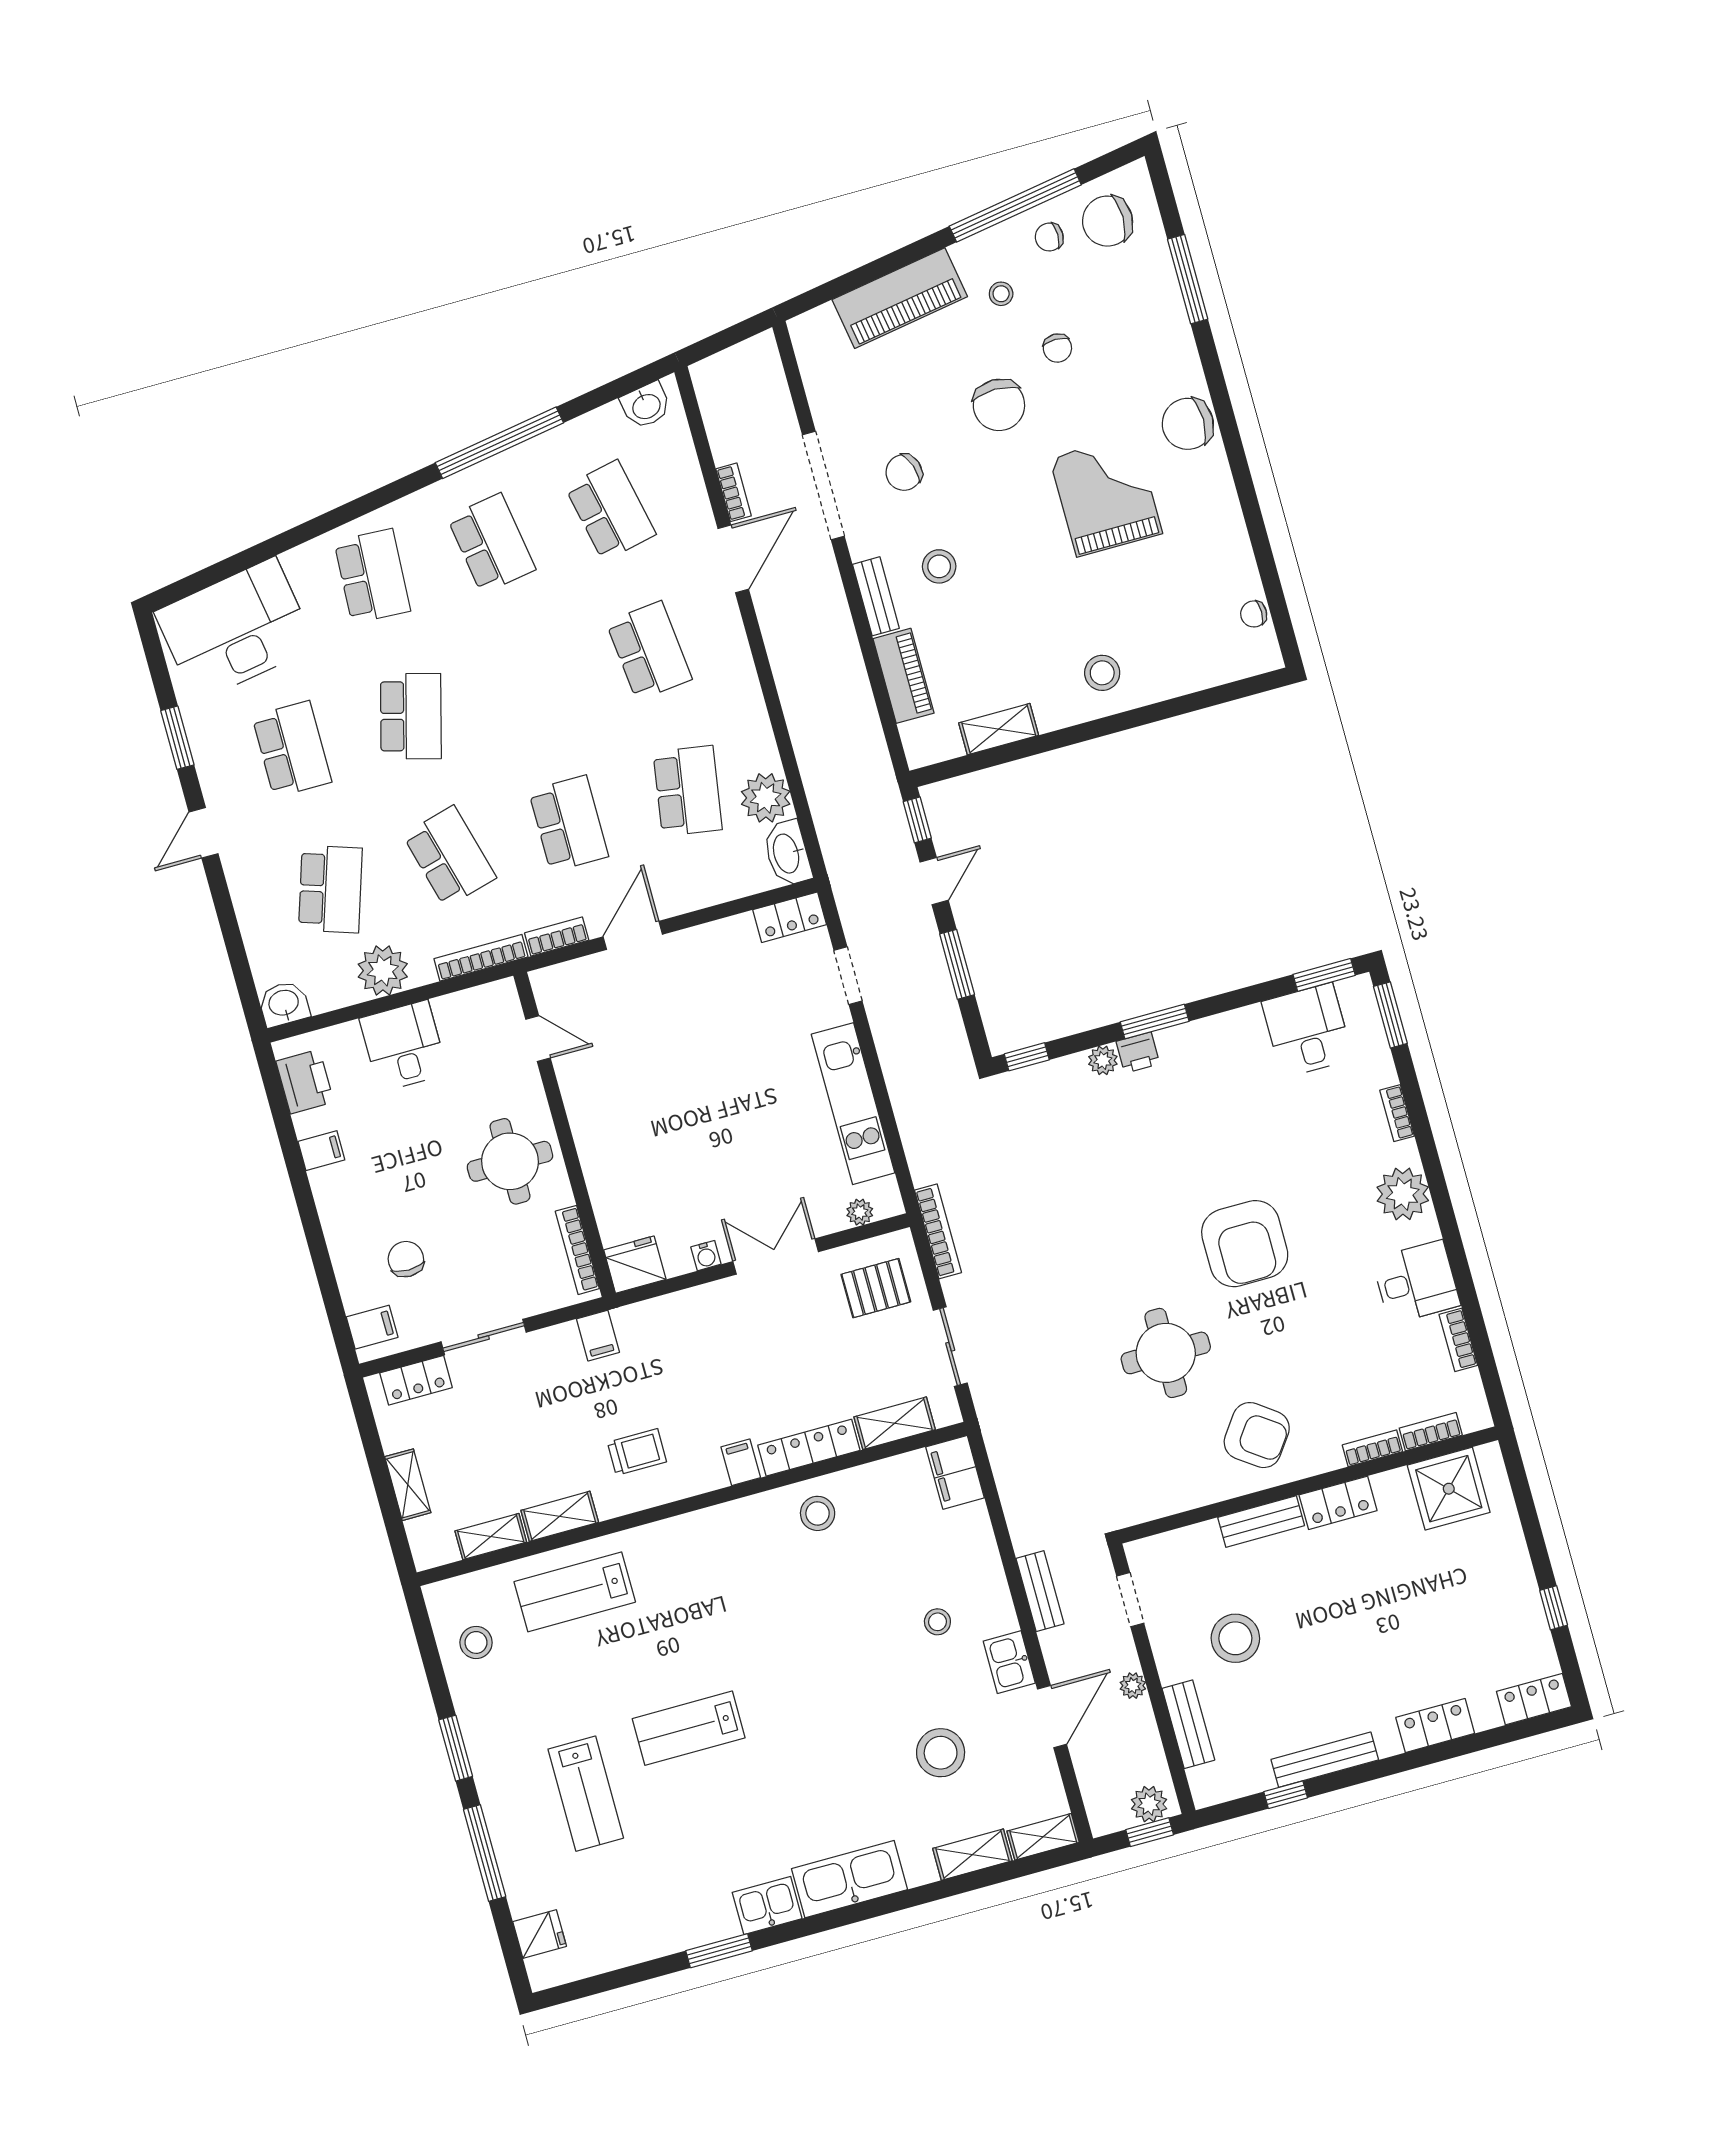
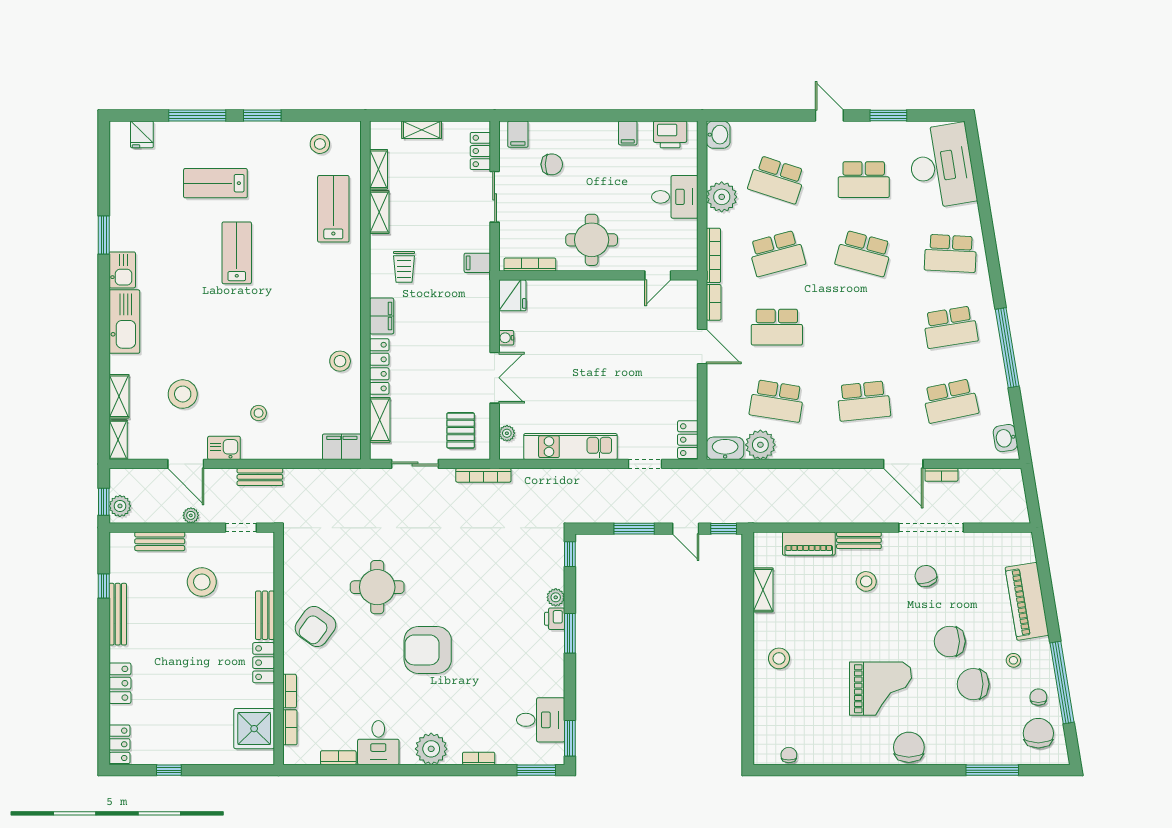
chair: (1057, 348) -> (973, 684), width x1.87, depth x1.87
filing cabinet: (741, 1462) -> (382, 316), width x2.00

